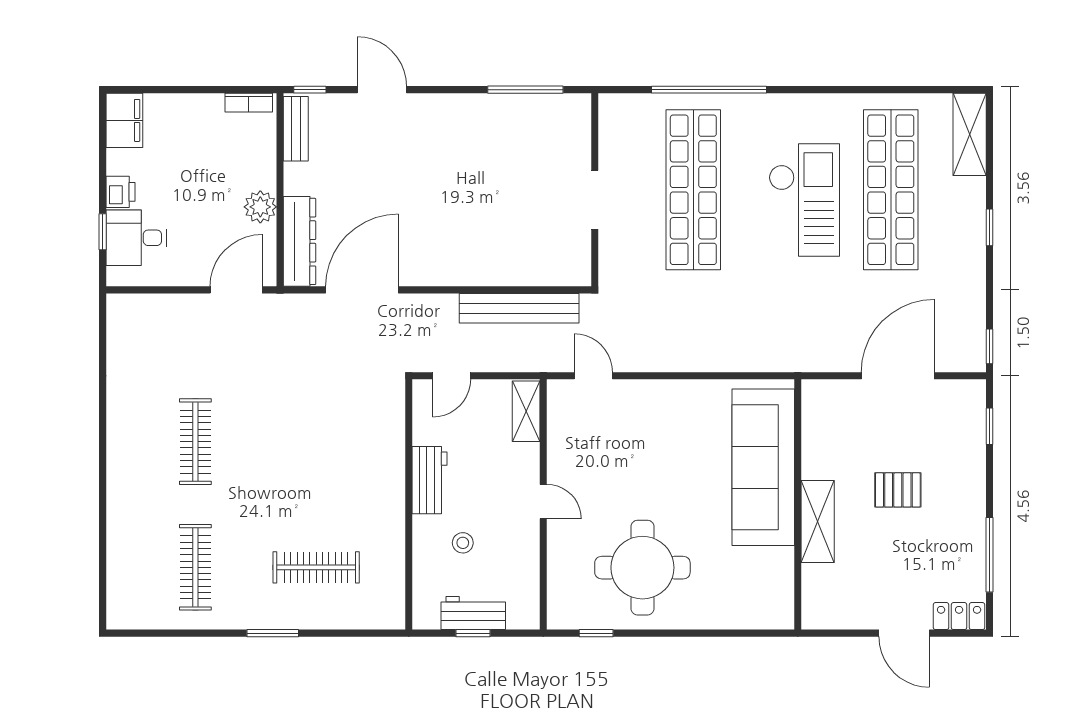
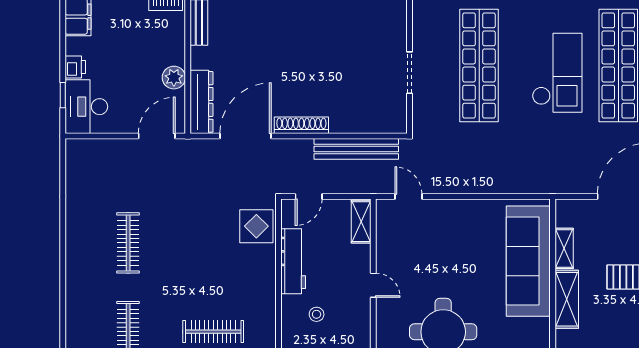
desk: (136, 238) -> (86, 107), width x1.37
shoe rack: (441, 275) -> (301, 125), added
display table: (377, 418) -> (256, 226), added
shelving: (814, 449) -> (564, 248), added
workbench: (430, 480) -> (293, 261), width x1.37

